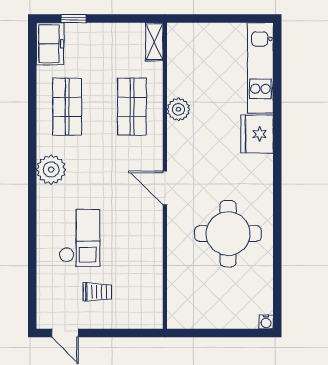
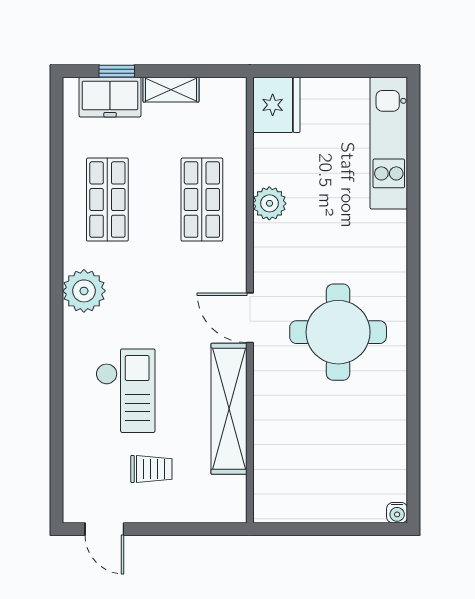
shelving: (154, 42) -> (171, 90), moved, turned 90
freezer: (50, 44) -> (110, 97), moved, turned 90
fridge: (257, 134) -> (276, 105), moved, turned 180
round table: (228, 234) -> (338, 332), moved
shelving: (151, 250) -> (229, 409), added

